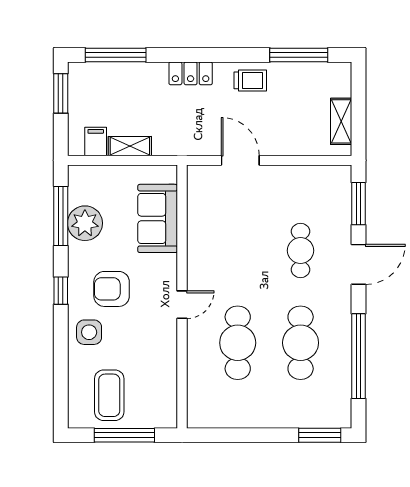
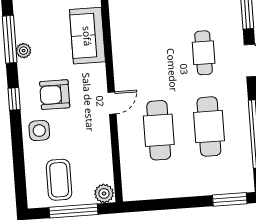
plant: (85, 223) -> (24, 51), width x0.53, depth x0.53
plant: (164, 416) -> (104, 193), added

